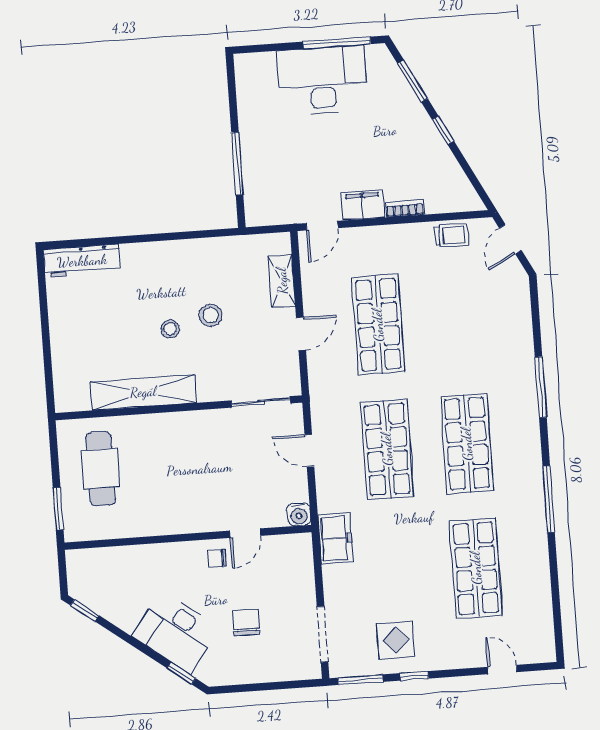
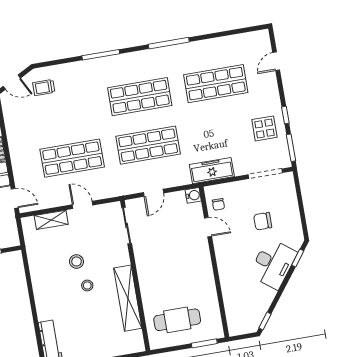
trolley: (452, 235) -> (44, 88), moved, turned -90
freezer: (335, 538) -> (212, 171), width x1.40
chair: (217, 558) -> (218, 204), moved

